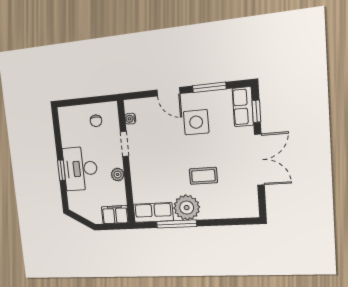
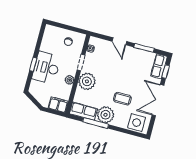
side table: (196, 122) -> (137, 123), moved
double door: (259, 160) -> (158, 100), swing flipped
plant: (143, 168) -> (87, 81), added

